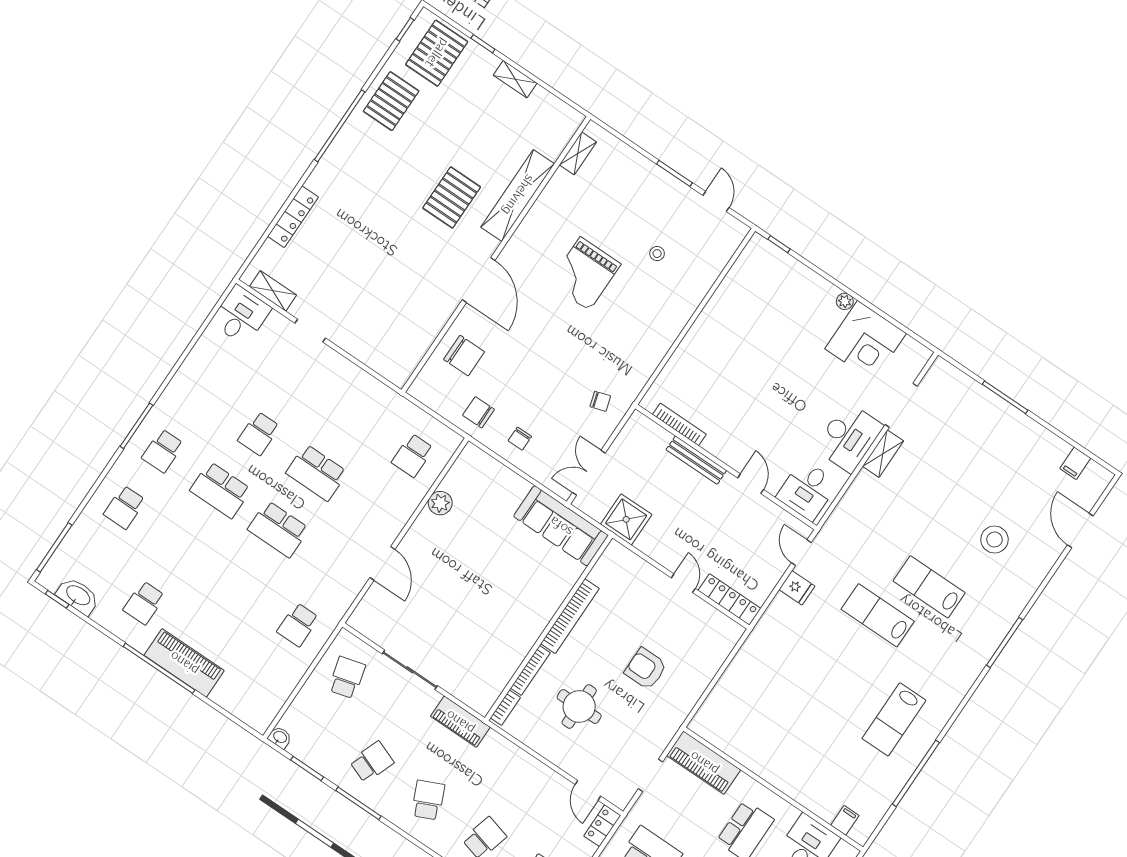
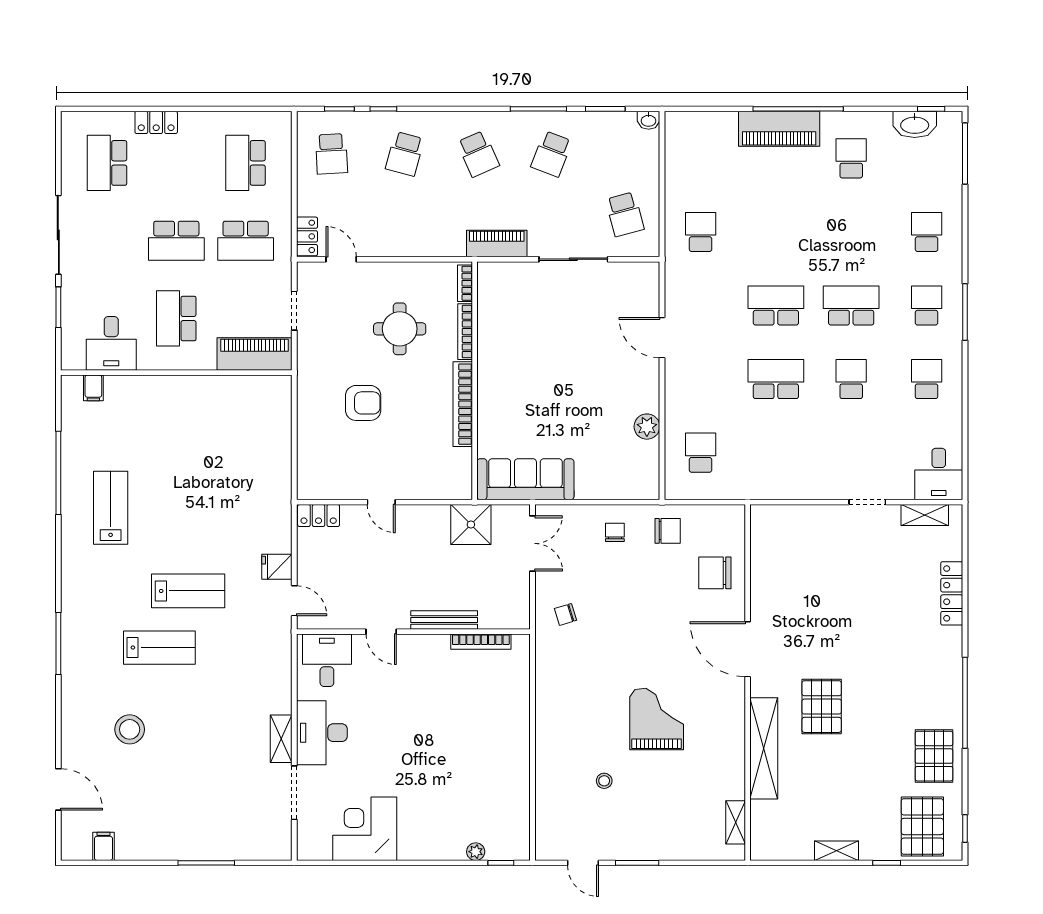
plant: (845, 301) -> (476, 852), moved
school desk: (201, 394) -> (927, 379), added
locker: (729, 599) -> (319, 516), width x0.66

